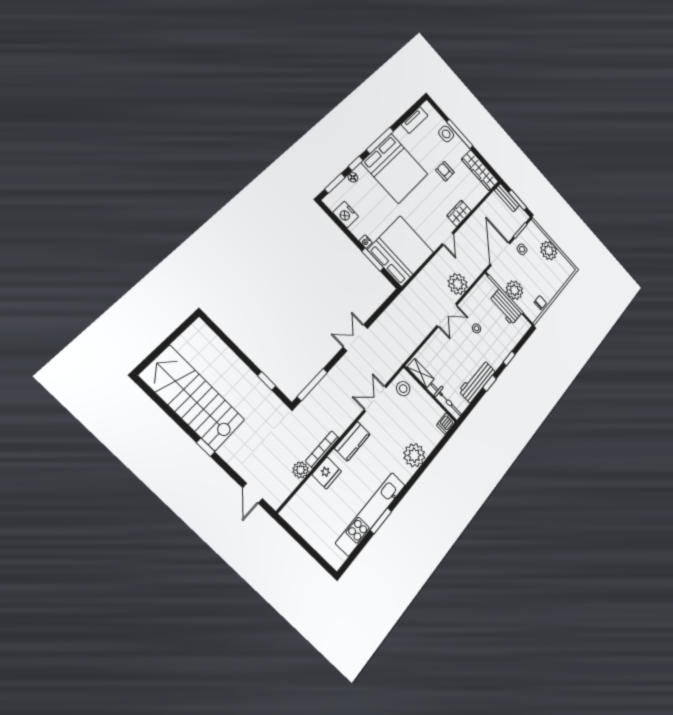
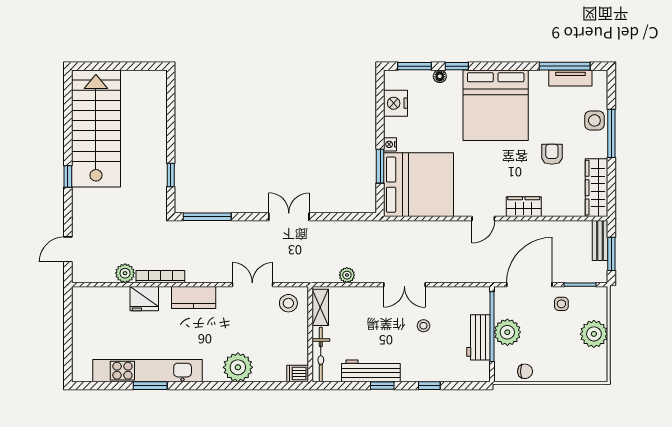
window: (380, 140) -> (565, 66), moved
plant: (458, 284) -> (347, 275), moved, width x0.53, depth x0.53

